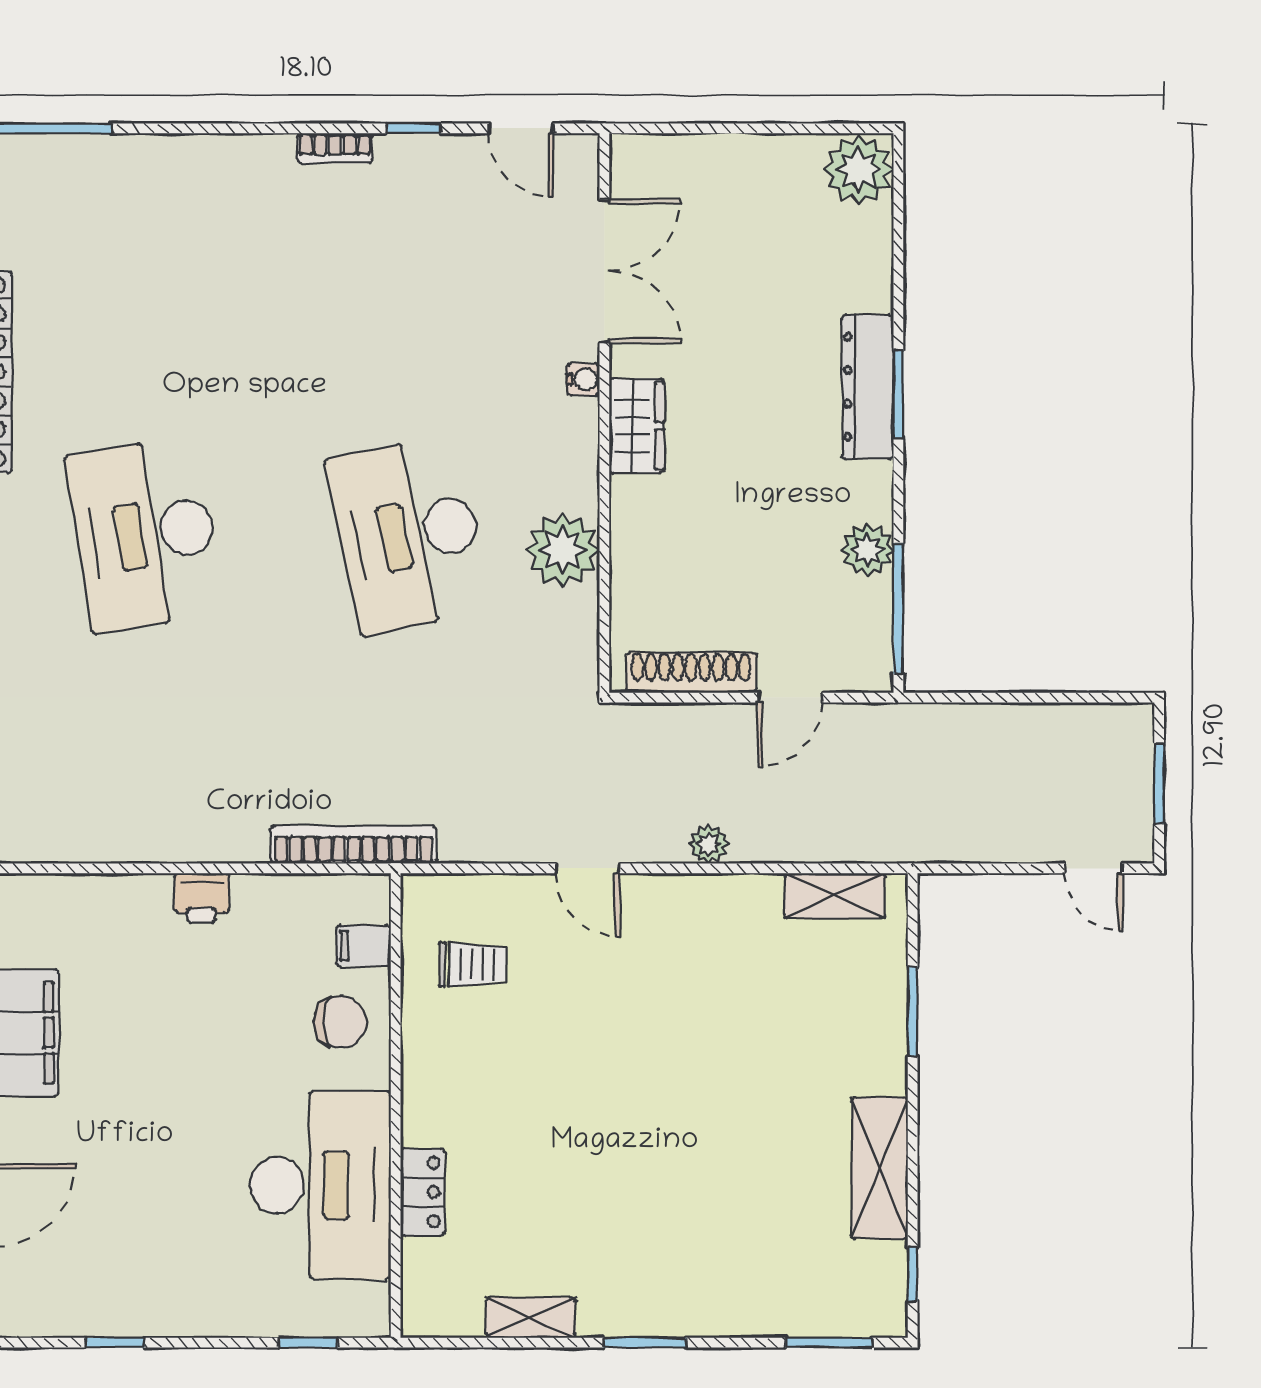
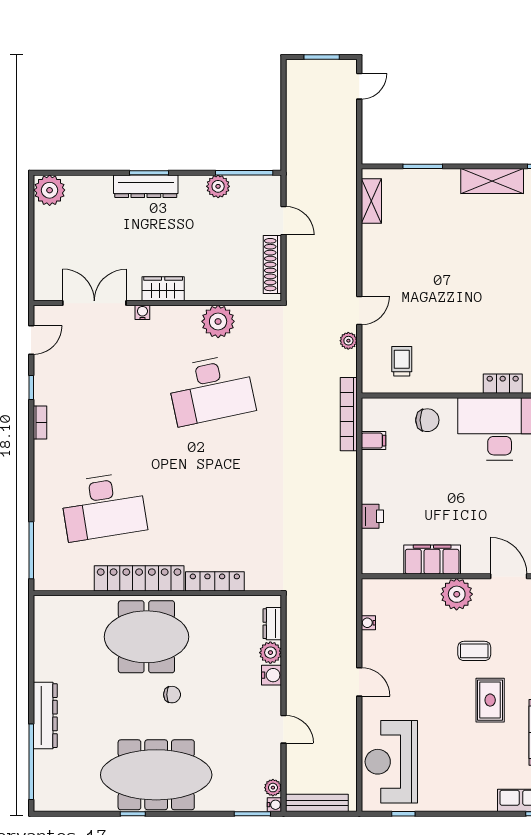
desk: (145, 534) -> (104, 507), moved
plant: (709, 844) -> (348, 341), moved
printer: (202, 898) -> (372, 516), moved
filing cabinet: (363, 946) -> (373, 441), moved, turned -90
chair: (340, 1022) -> (427, 420), turned 90

